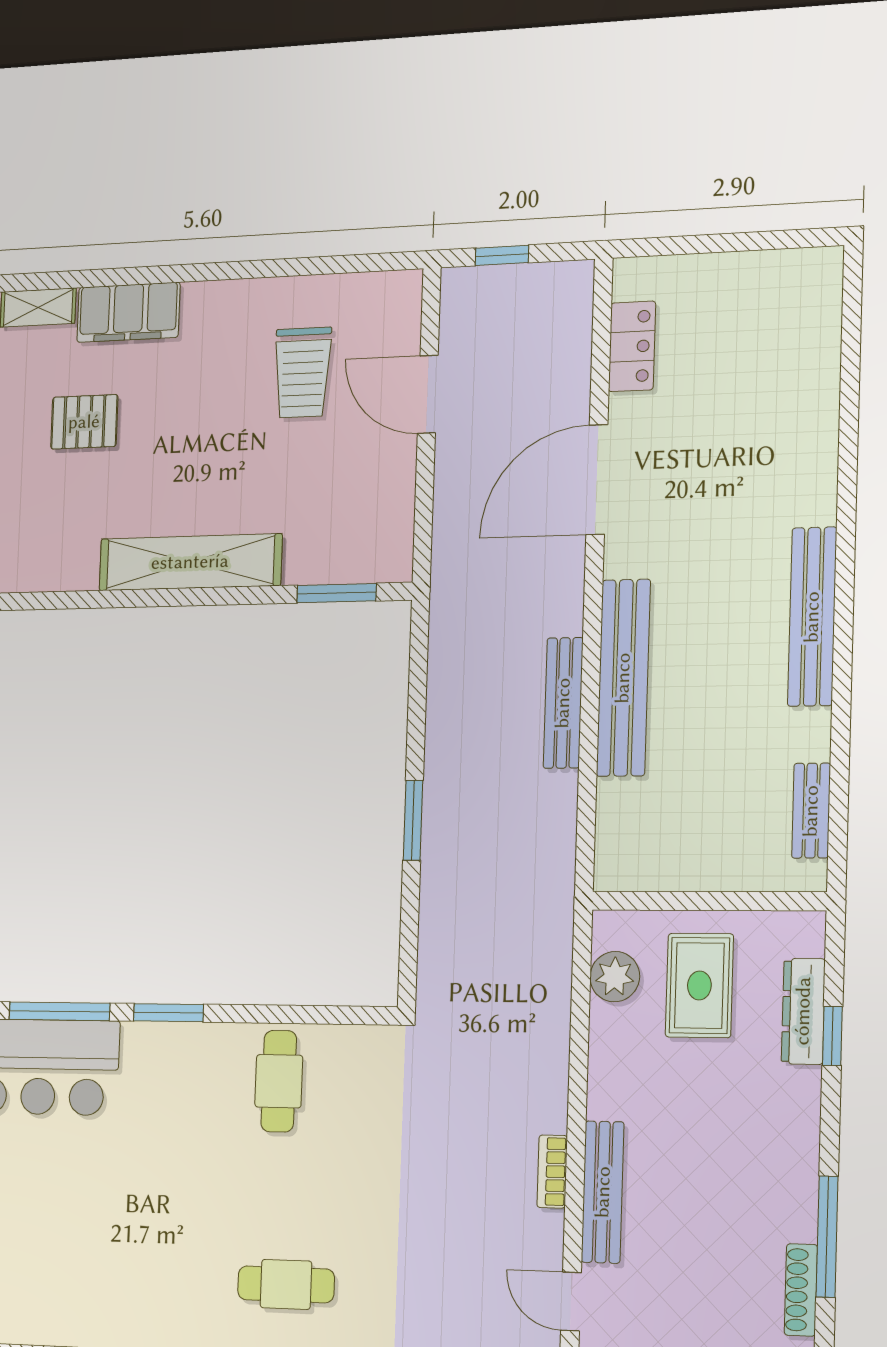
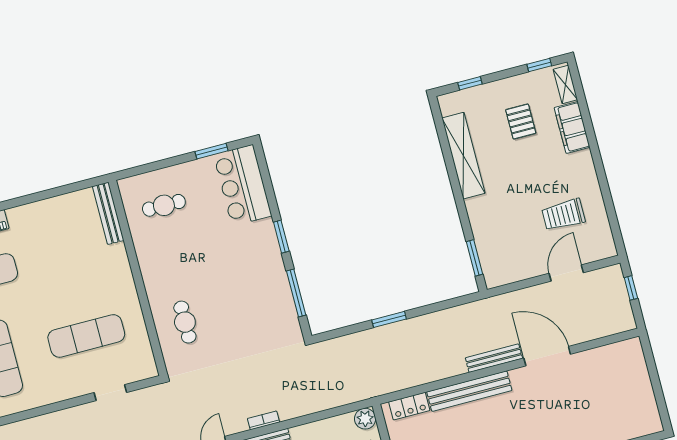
locker: (632, 346) -> (409, 406), moved
shelving: (190, 562) -> (463, 156), moved
bench: (563, 703) -> (494, 358), moved
plant: (615, 977) -> (365, 419), moved
window: (59, 1011) -> (296, 293), moved
cafe table: (279, 1081) -> (164, 205), moved

